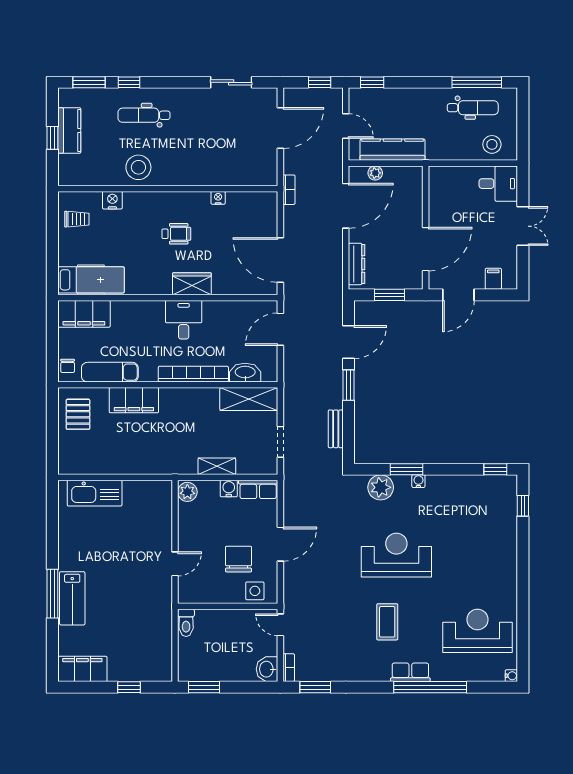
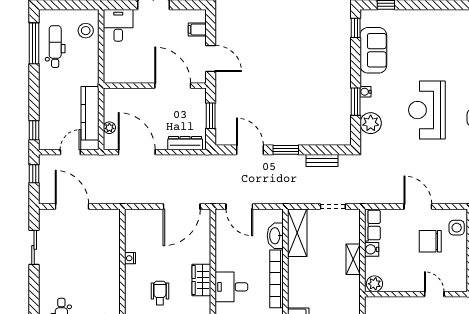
bookcase: (289, 190) -> (123, 199), removed
sofa: (468, 491) -> (373, 50), added

